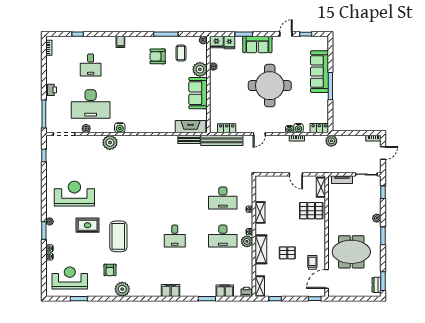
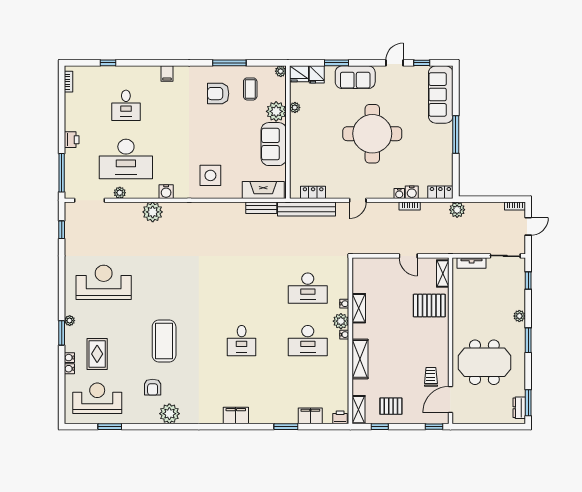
sofa: (320, 72) -> (441, 94), moved
side table: (152, 116) -> (210, 175), added
rug: (88, 225) -> (97, 354), moved, turned 90
plant: (247, 241) -> (341, 321), moved
pallet: (287, 253) -> (391, 406), moved

